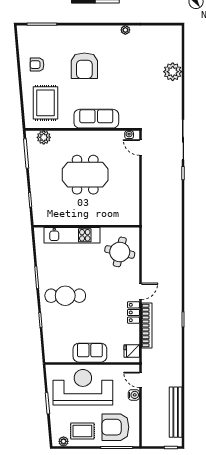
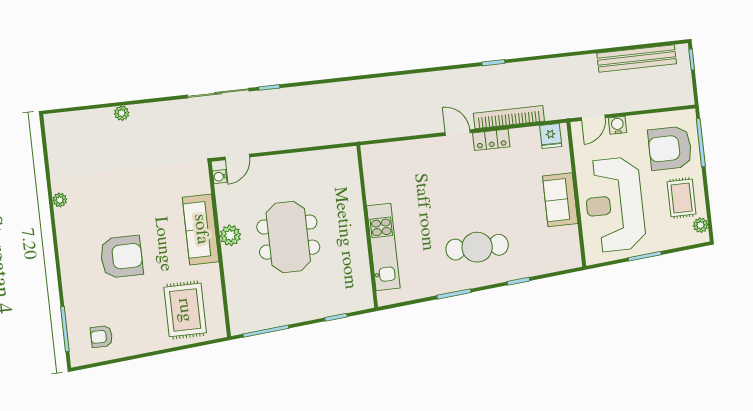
armchair: (37, 65) -> (101, 337), moved, turned 90
plant: (173, 72) -> (122, 113), width x0.53, depth x0.53
rug: (46, 103) -> (185, 310), turned 90
plant: (44, 137) -> (230, 235), moved
round table: (120, 252) -> (401, 171), removed
cafe table: (65, 296) -> (477, 247), turned 90
armchair: (115, 427) -> (670, 148), turned 90

